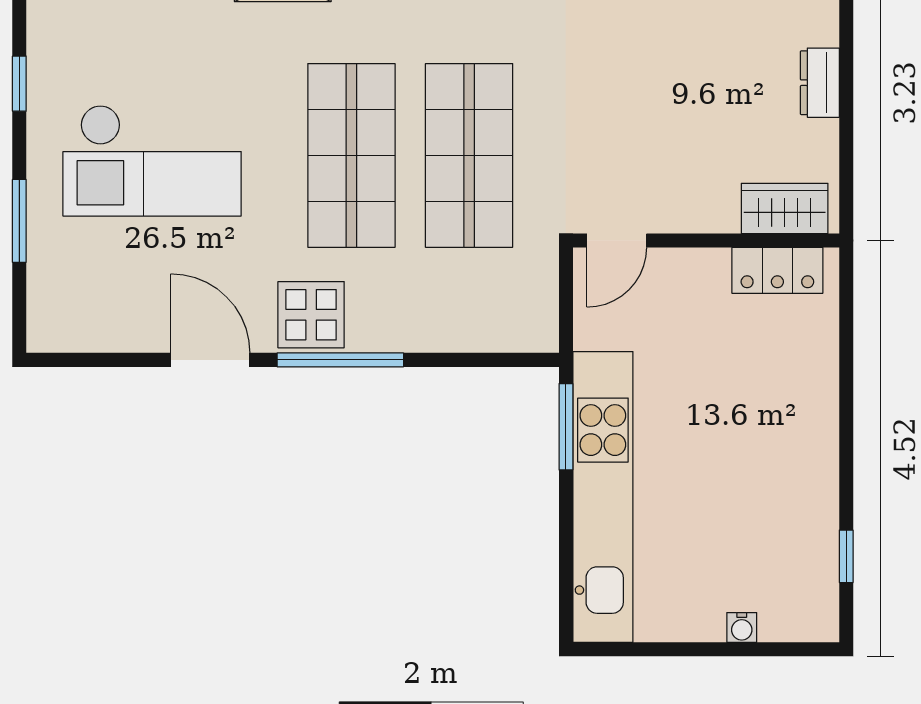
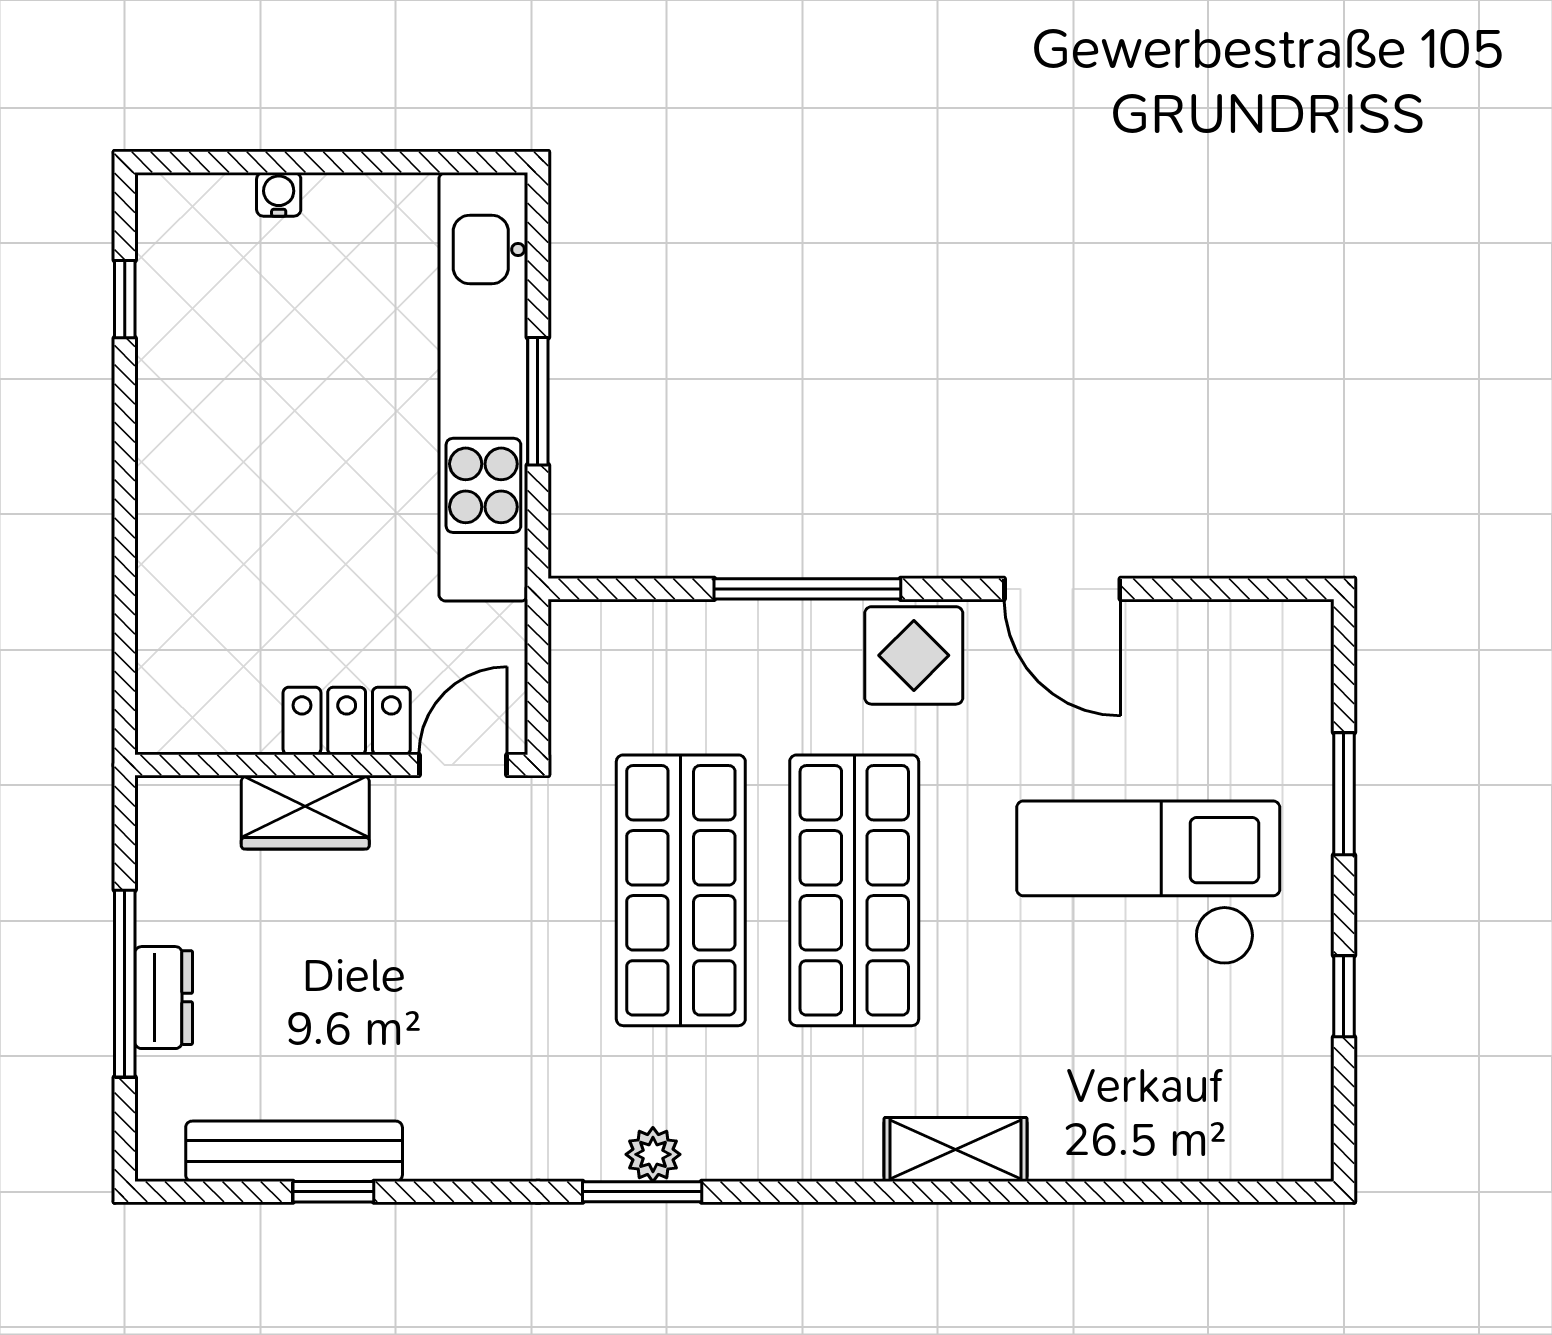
window: (846, 92) -> (125, 984), added
wardrobe: (785, 208) -> (305, 812), moved
locker: (777, 270) -> (347, 721), moved
window: (340, 360) -> (807, 589), moved
window: (566, 427) -> (538, 401), moved

